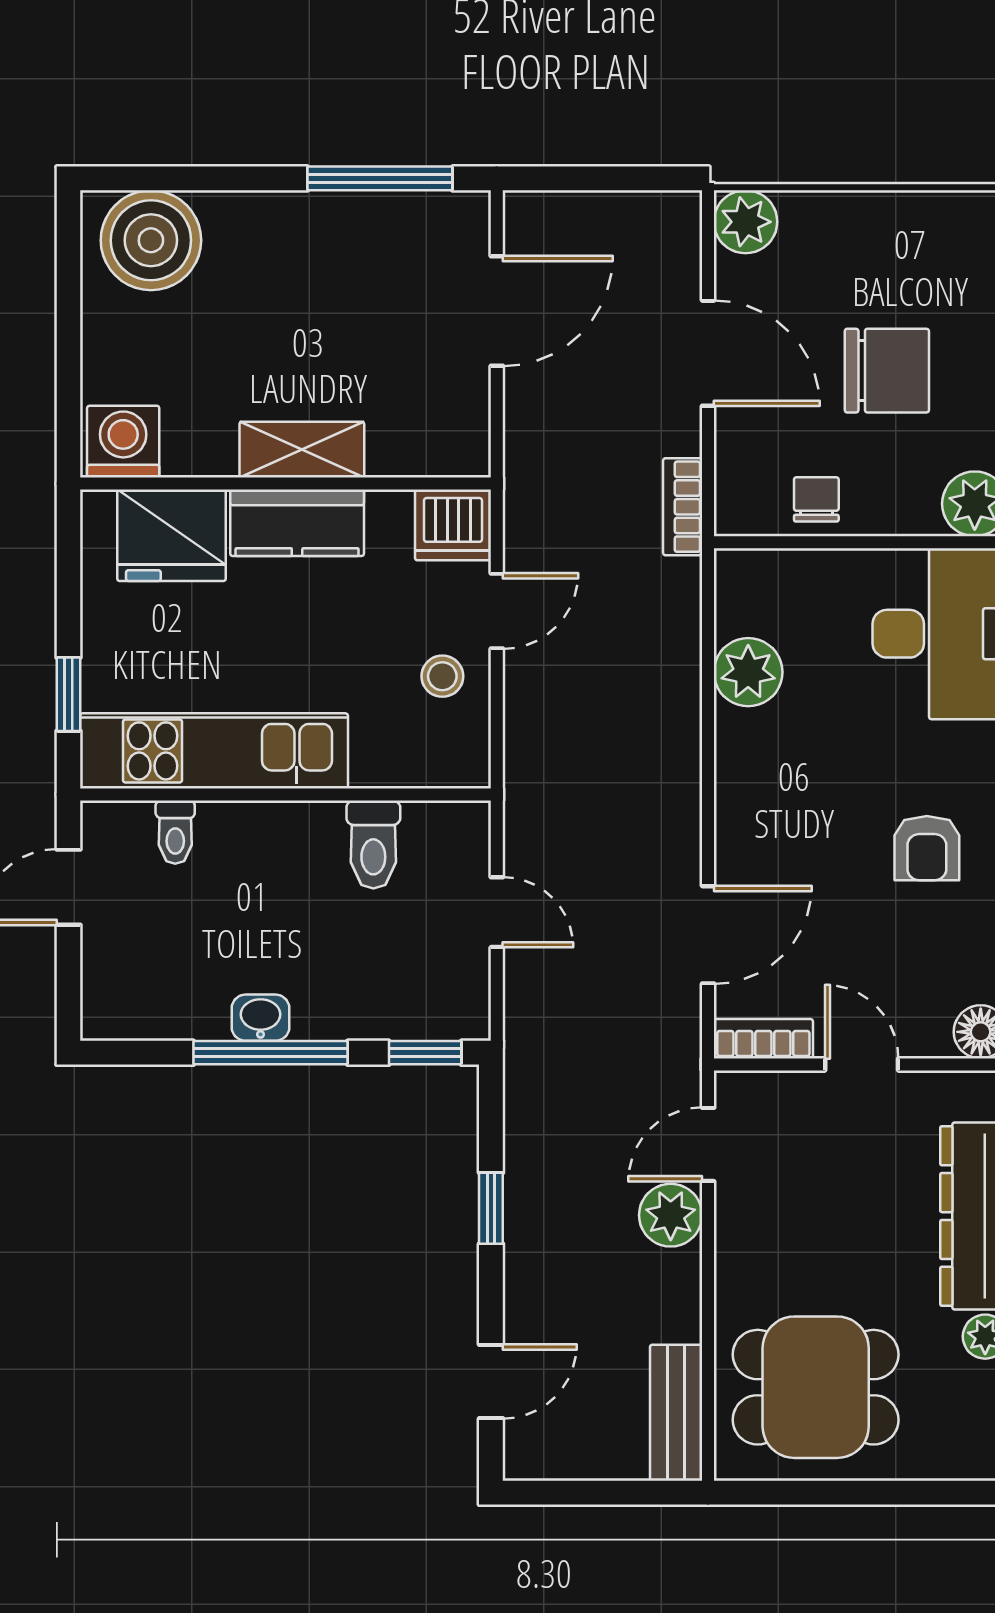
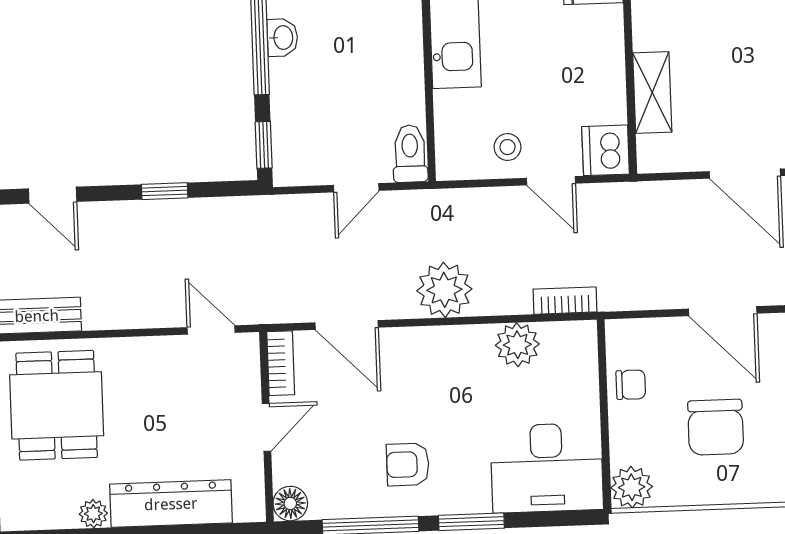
door: (708, 353) -> (723, 311), hinge flipped
shelving: (302, 450) -> (652, 93), moved
bookcase: (683, 507) -> (565, 301), moved
kitchen counter: (297, 523) -> (603, 49), removed
toilet: (373, 844) -> (410, 154), moved, turned 90
plant: (671, 1215) -> (444, 290), moved, width x1.36, depth x1.36

